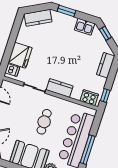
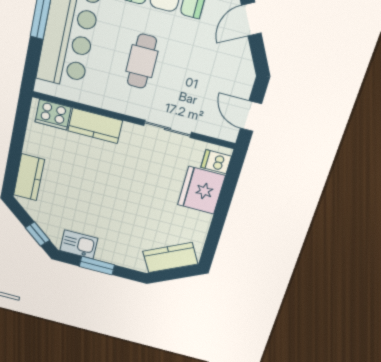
window: (67, 11) -> (97, 266), moved
kitchen counter: (60, 88) -> (95, 126), moved
window: (105, 95) -> (21, 120), removed

